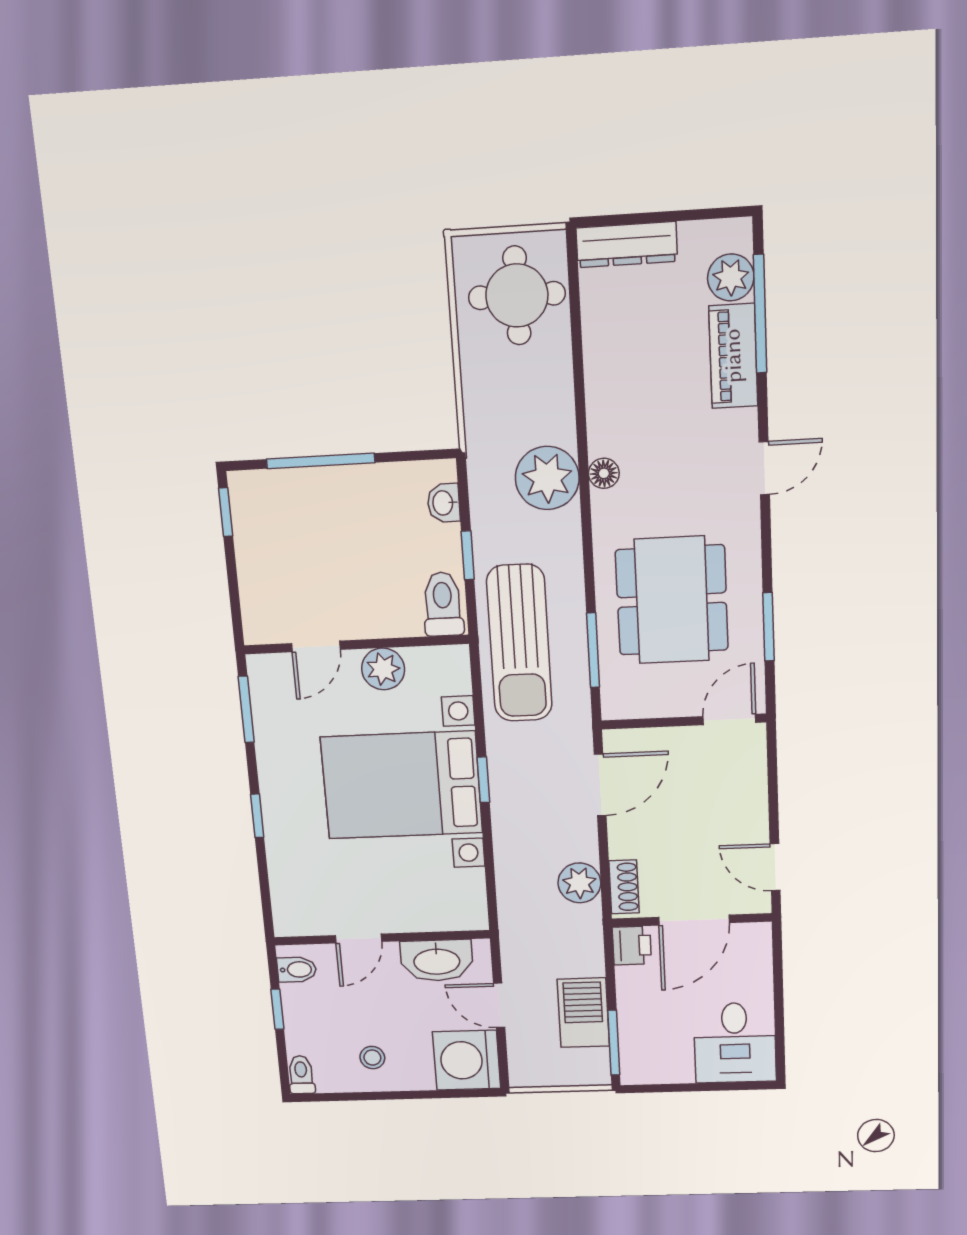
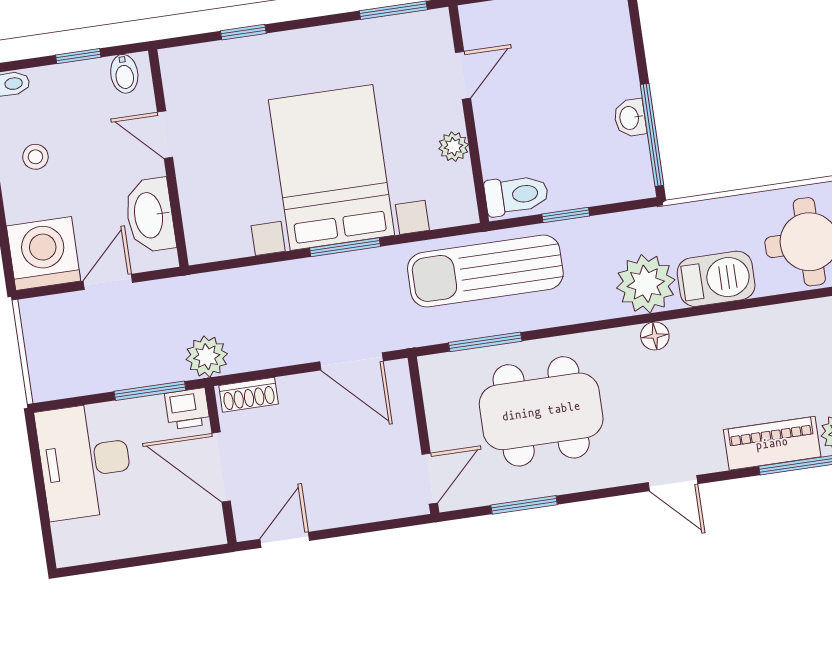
window: (321, 461) -> (652, 135), moved
washbasin: (444, 503) -> (630, 118), moved, turned -90
door: (316, 646) -> (463, 75), swing flipped
plant: (383, 669) -> (454, 147), width x0.73, depth x0.73
door: (729, 719) -> (430, 479), hinge flipped
window: (483, 780) -> (345, 247), width x1.50
window: (257, 816) -> (243, 32), moved
plant: (579, 883) -> (207, 357), moved
barbecue: (583, 1013) -> (716, 279), moved
window: (614, 1043) -> (150, 391), moved
desk: (735, 1043) -> (85, 461), moved, width x1.37

